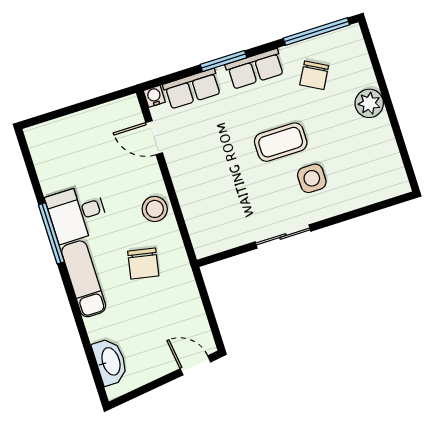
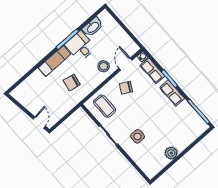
chair: (314, 75) -> (126, 88), moved
plant: (369, 103) -> (171, 153), moved
coffee table: (281, 142) -> (105, 106), moved
stool: (155, 209) -> (104, 66), moved
washbasin: (110, 362) -> (93, 27), moved

